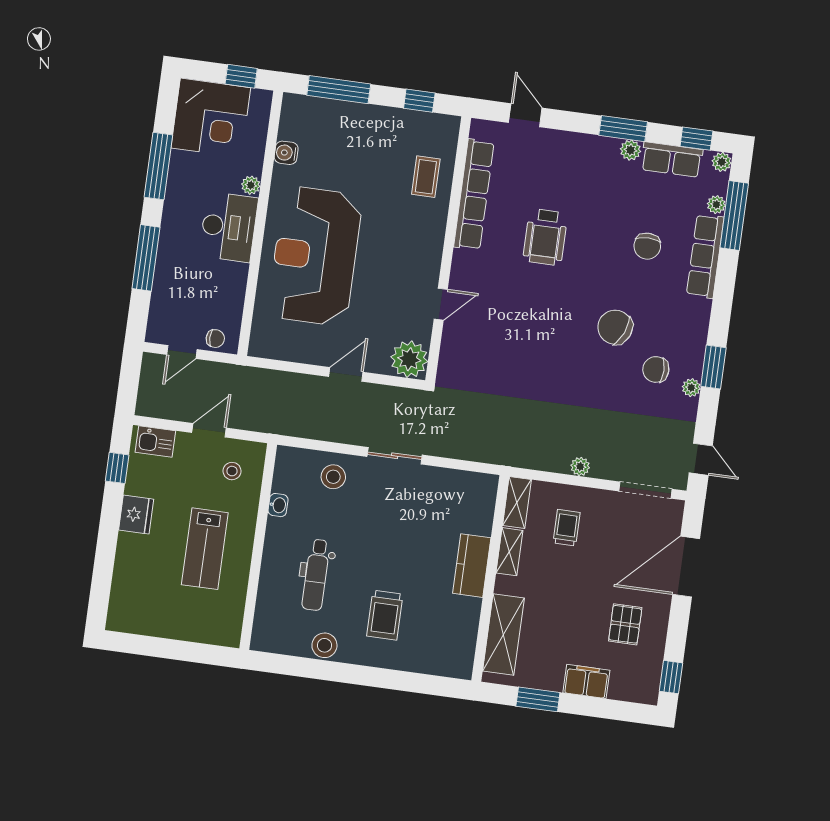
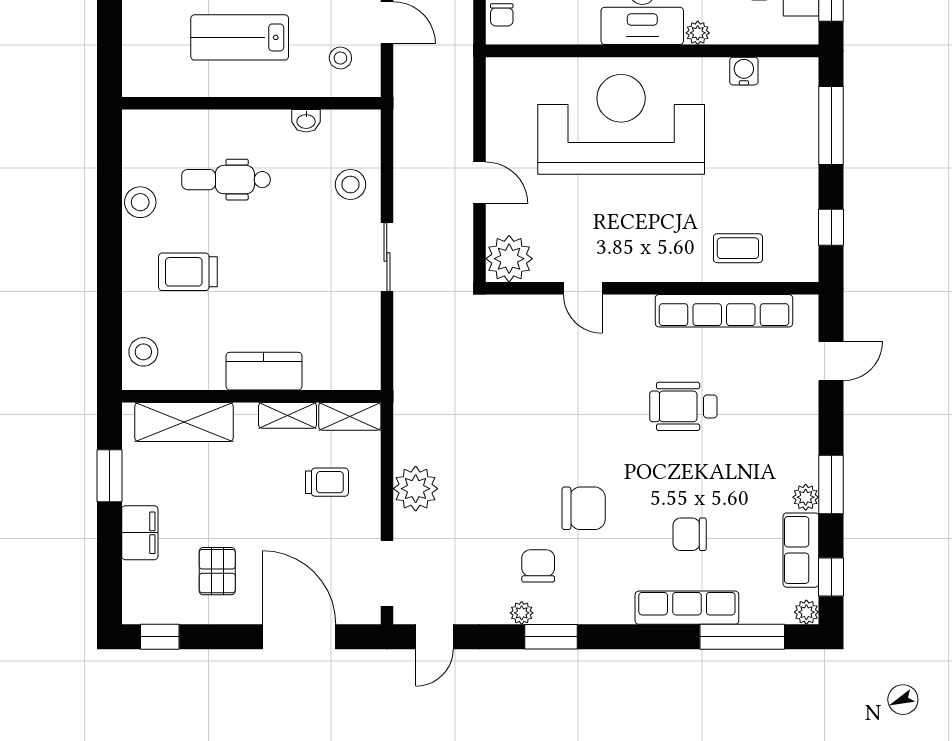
plant: (716, 205) -> (753, 613), removed
chair: (615, 327) -> (584, 508), turned 67
plant: (580, 467) -> (416, 489), width x1.88, depth x1.88
pallet: (625, 624) -> (217, 571), turned 90
stool: (443, 659) -> (143, 352), added

